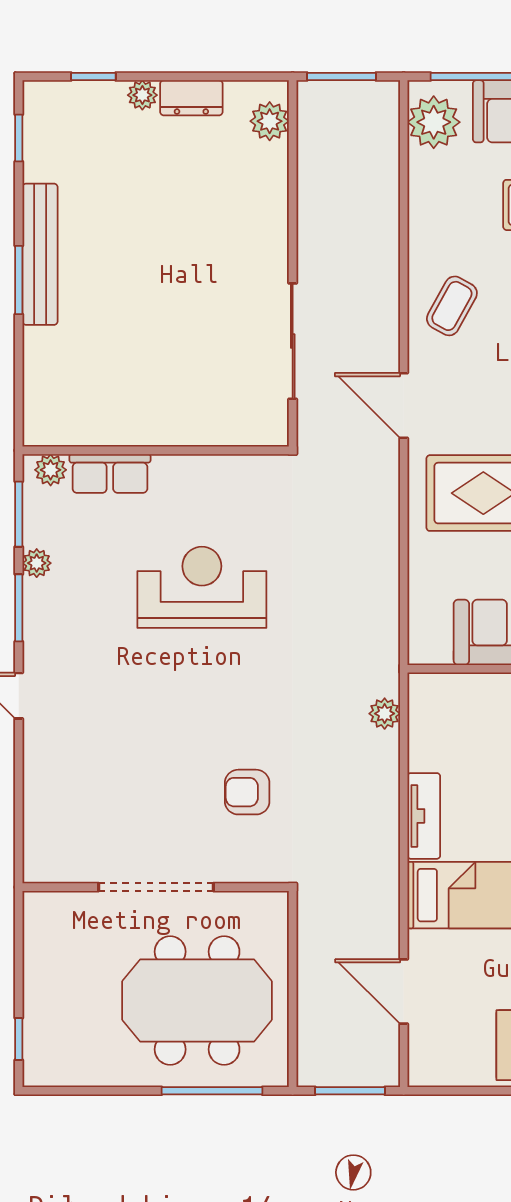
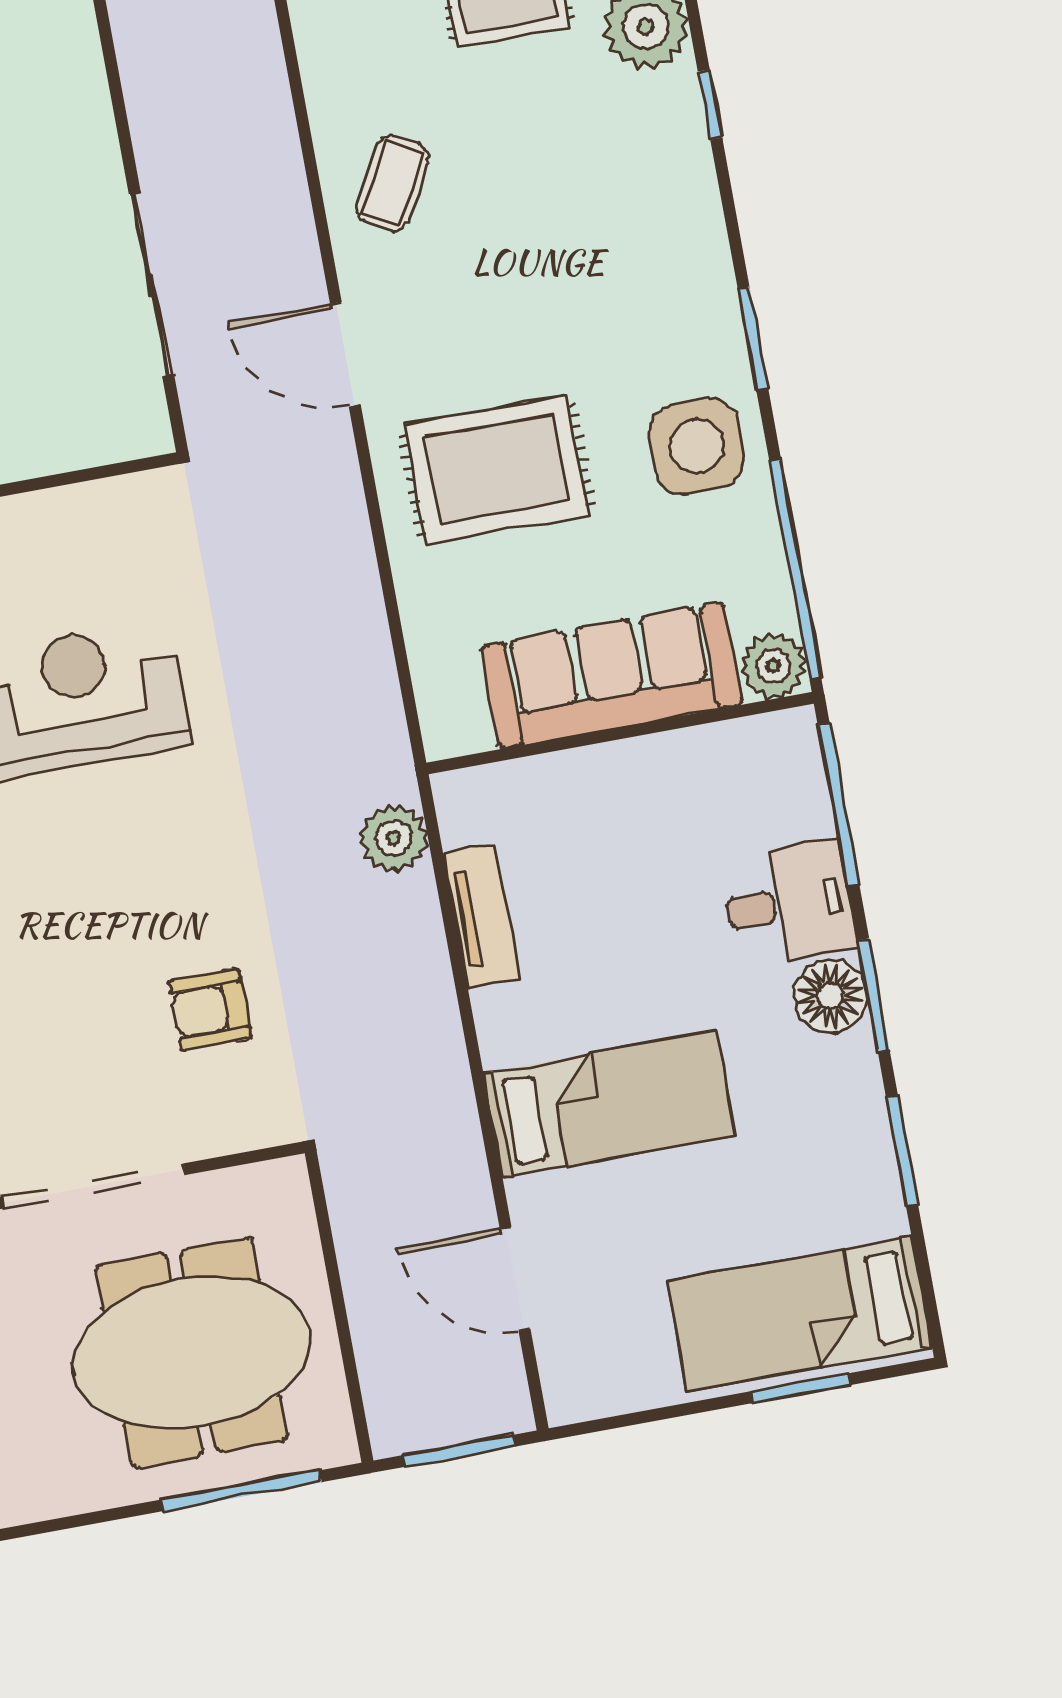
plant: (385, 714) -> (393, 838), width x1.38, depth x1.38
tv unit: (424, 816) -> (481, 916), moved

